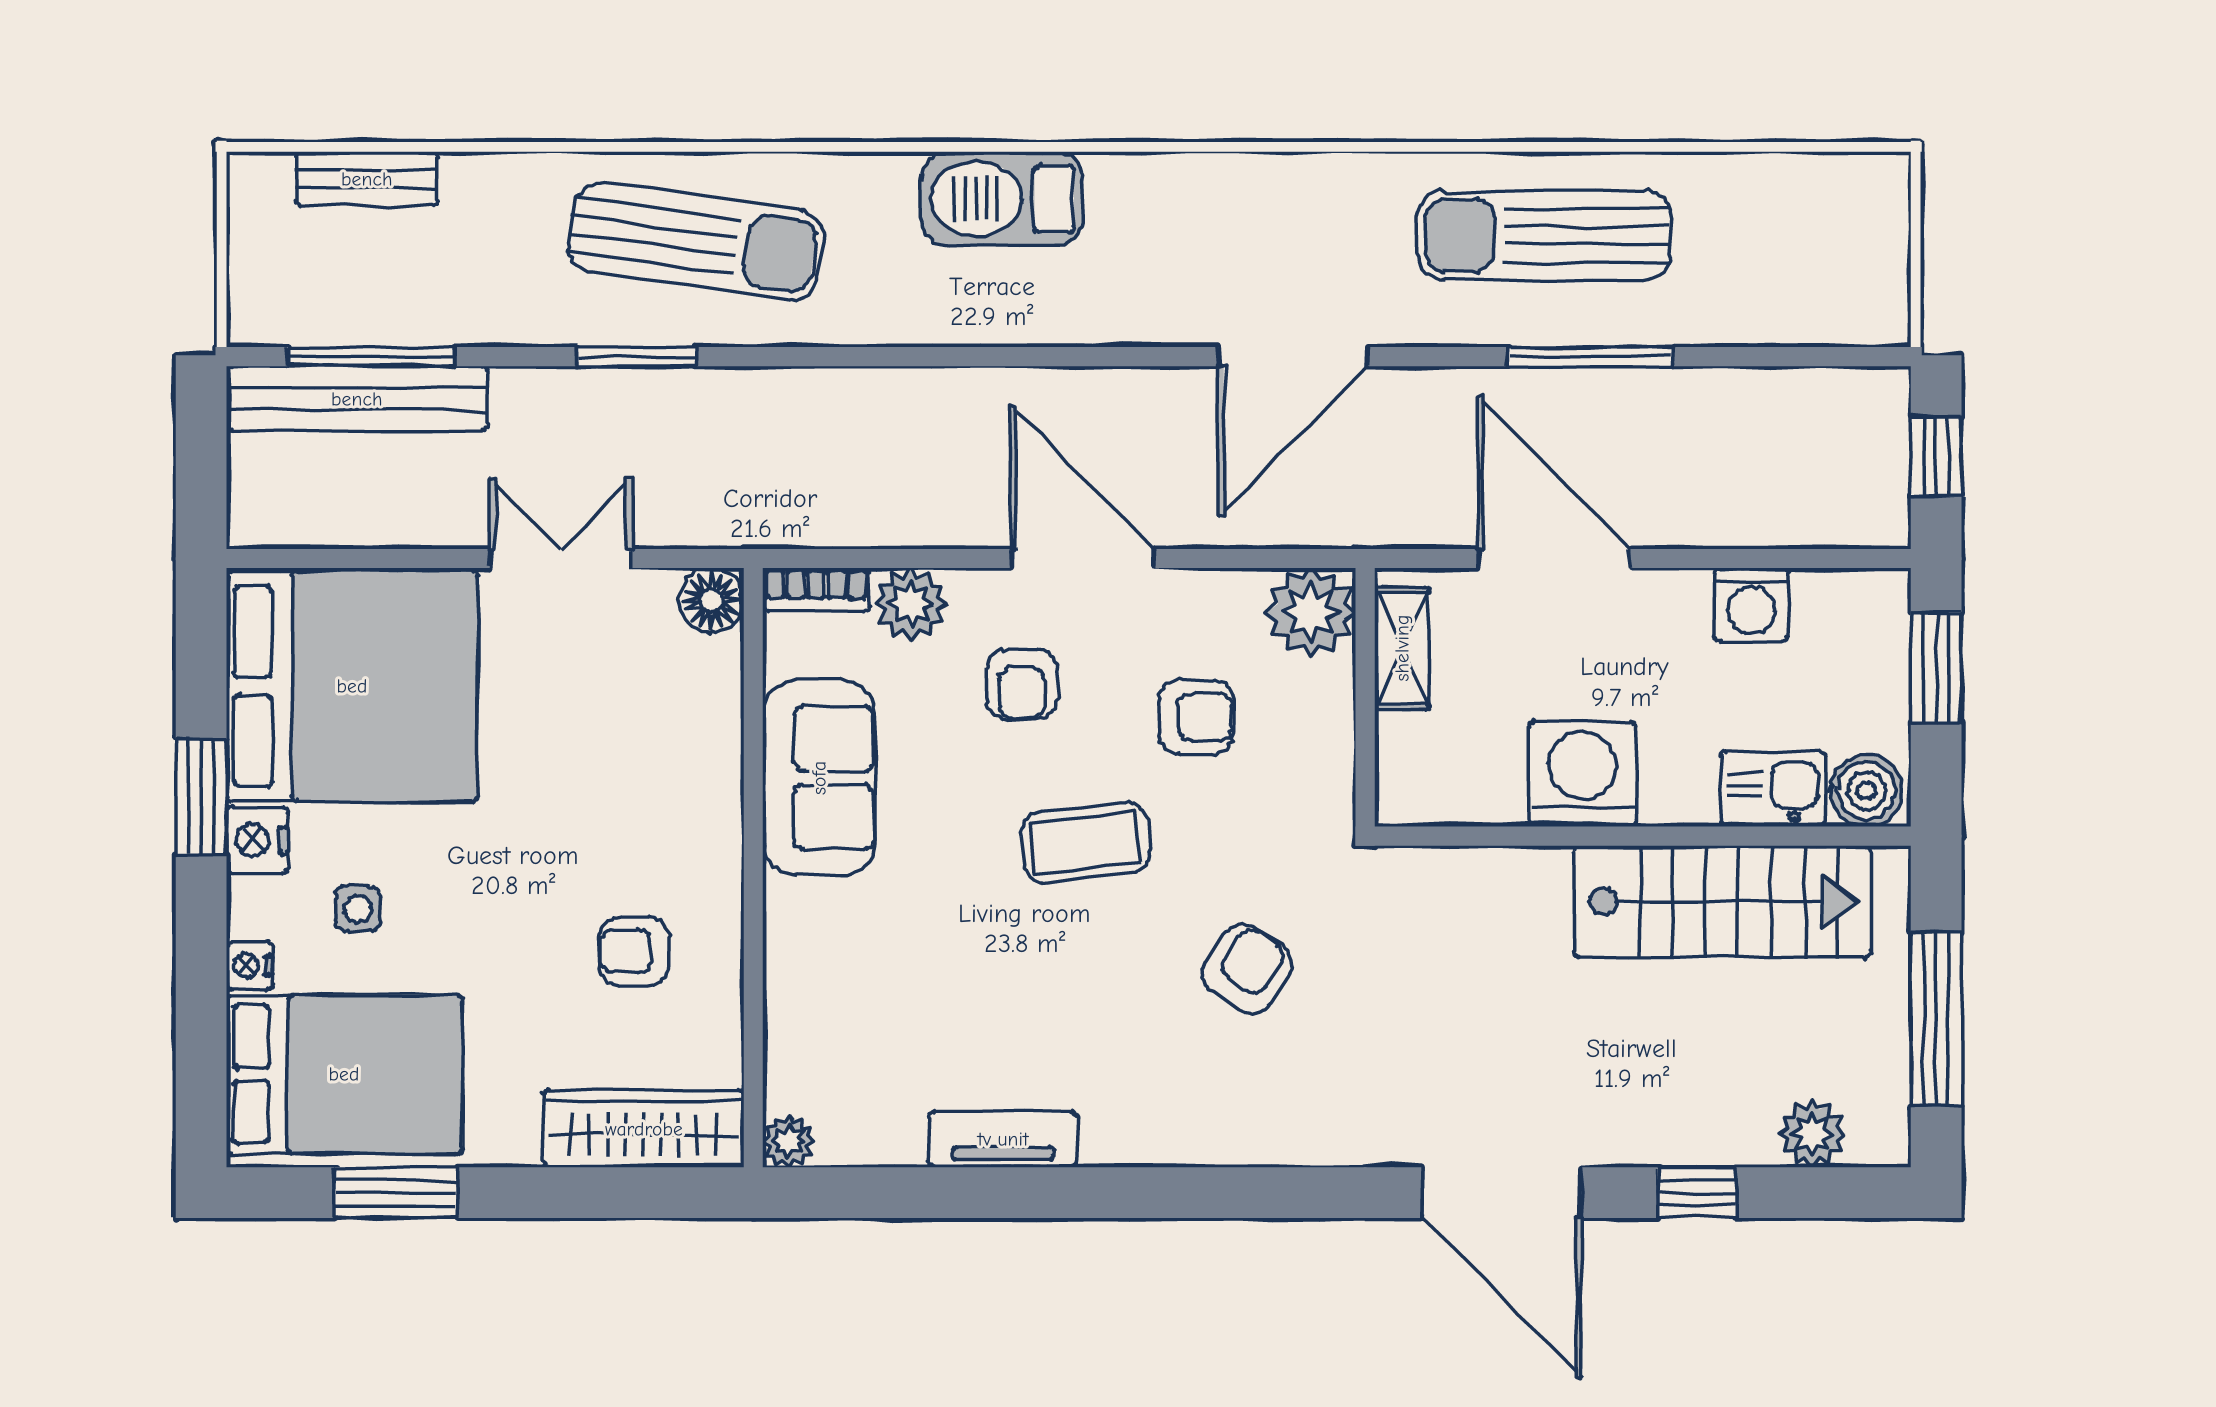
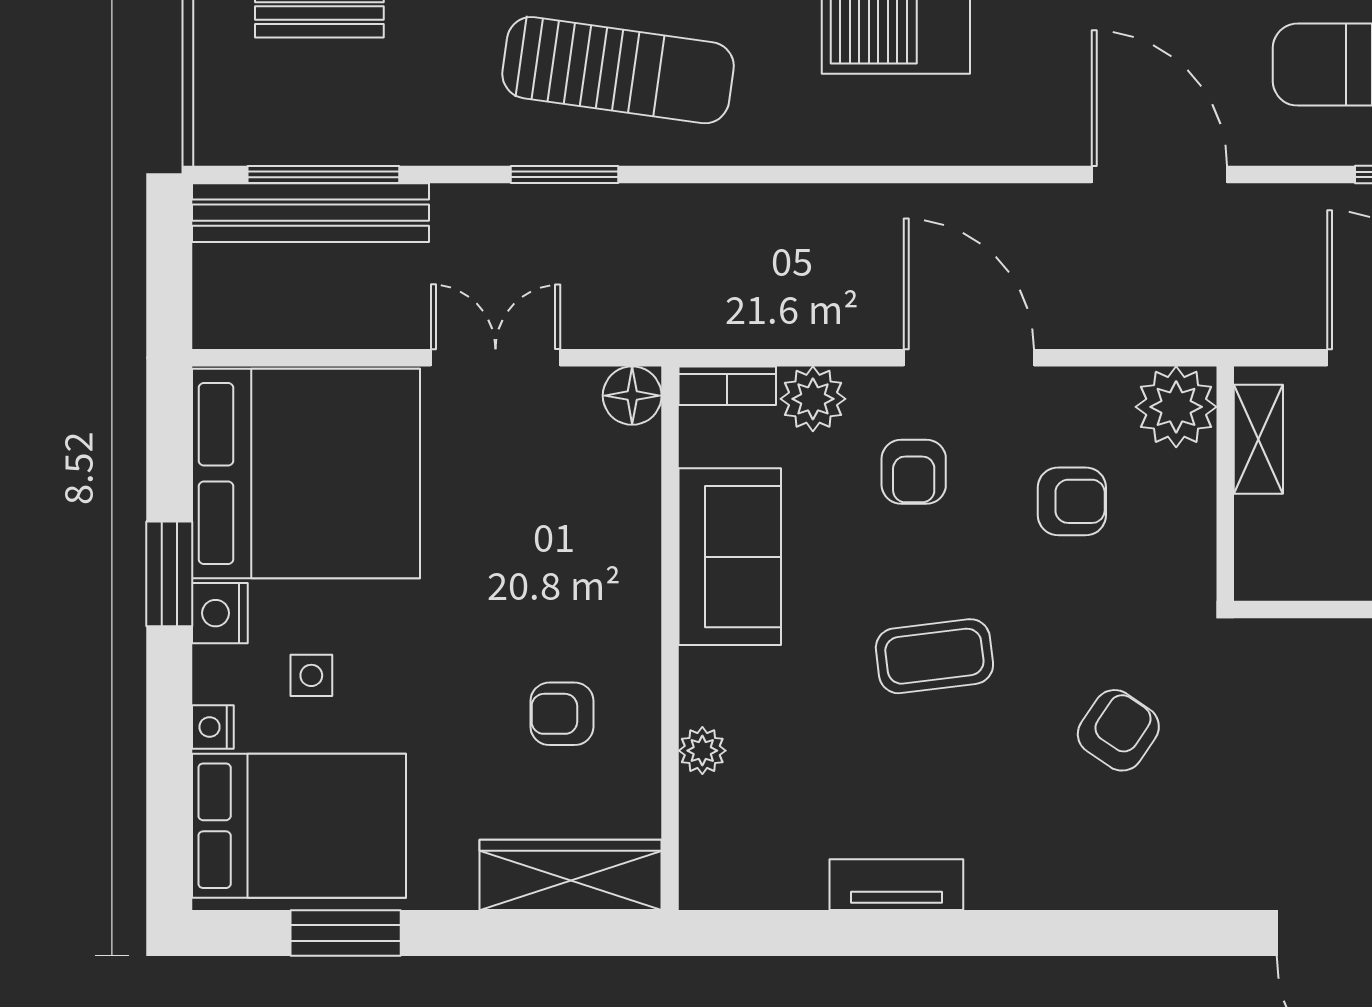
door: (1293, 357) -> (1159, 175), swing flipped
coffee table: (1086, 843) -> (934, 656), moved
plant: (789, 1141) -> (702, 751), moved

